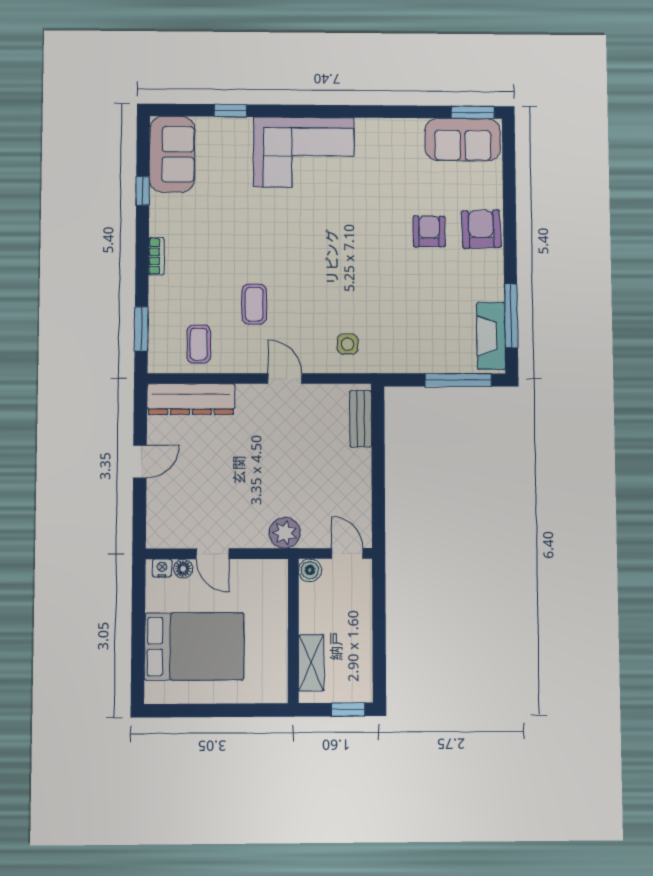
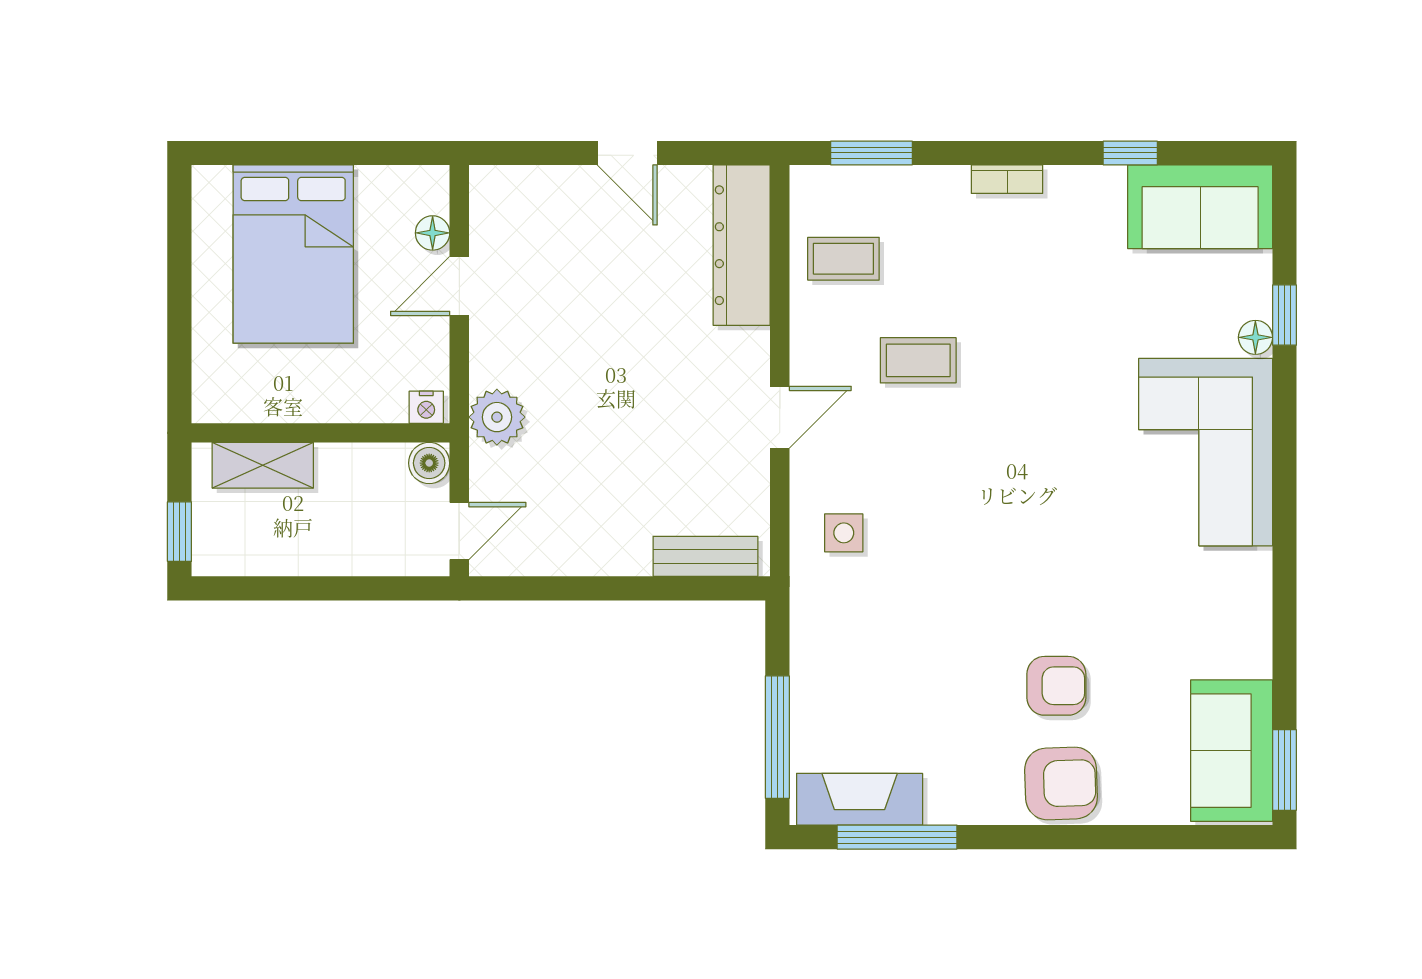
floor lamp: (242, 126) -> (1255, 337), added
nightstand: (162, 568) -> (426, 407), moved, turned 90

